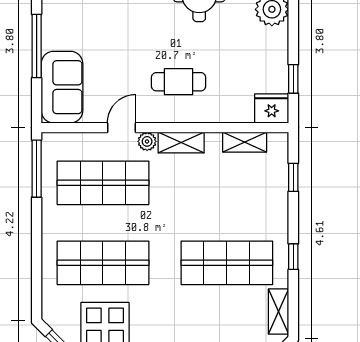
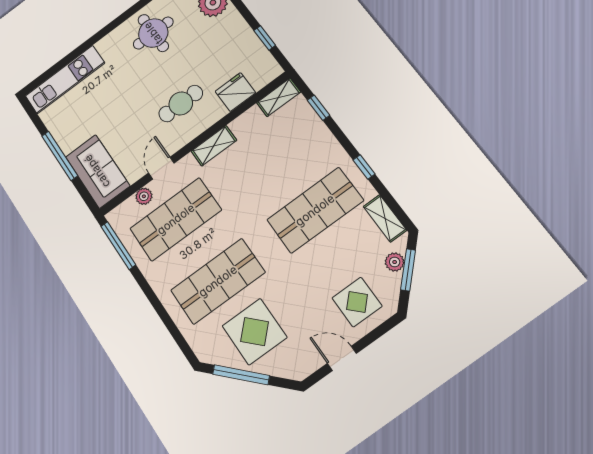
fridge: (272, 108) -> (235, 92), moved
plant: (147, 141) -> (144, 196), moved
shelving: (245, 142) -> (279, 97), moved

